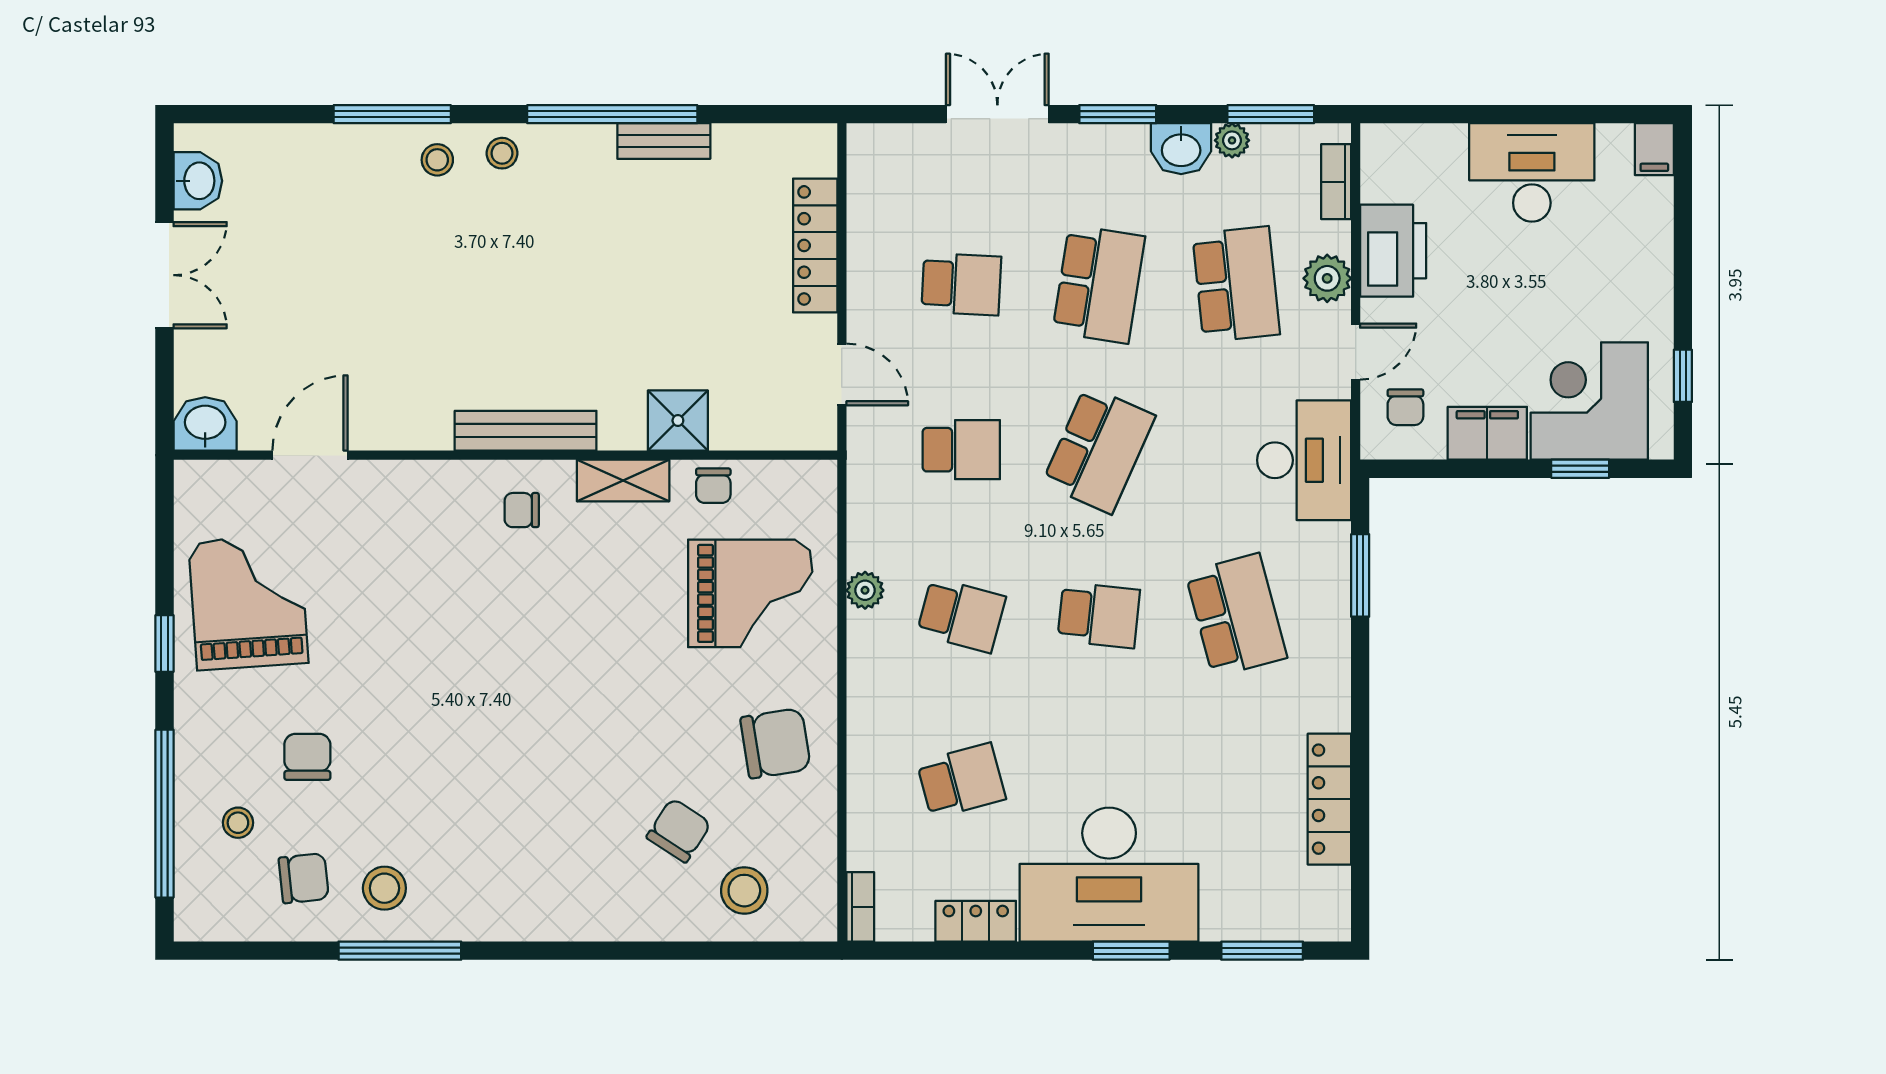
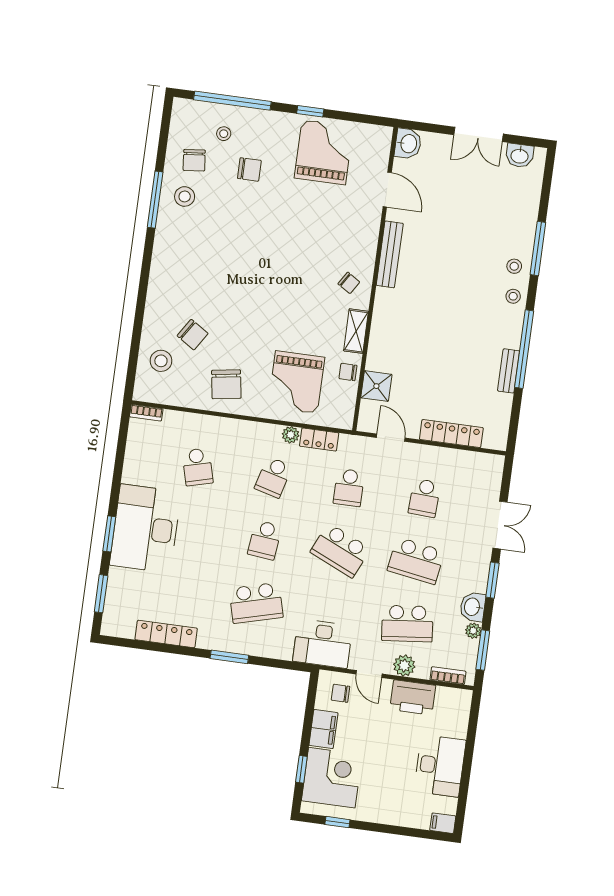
door: (842, 374) -> (391, 438), swing flipped
shower: (678, 421) -> (376, 386), moved
bench: (526, 431) -> (390, 254), moved
chair: (522, 510) -> (349, 283), turned 122
window: (1360, 575) -> (229, 657), moved
grand piano: (248, 602) -> (324, 152), turned -86
locker: (976, 921) -> (319, 439), moved, turned 90

